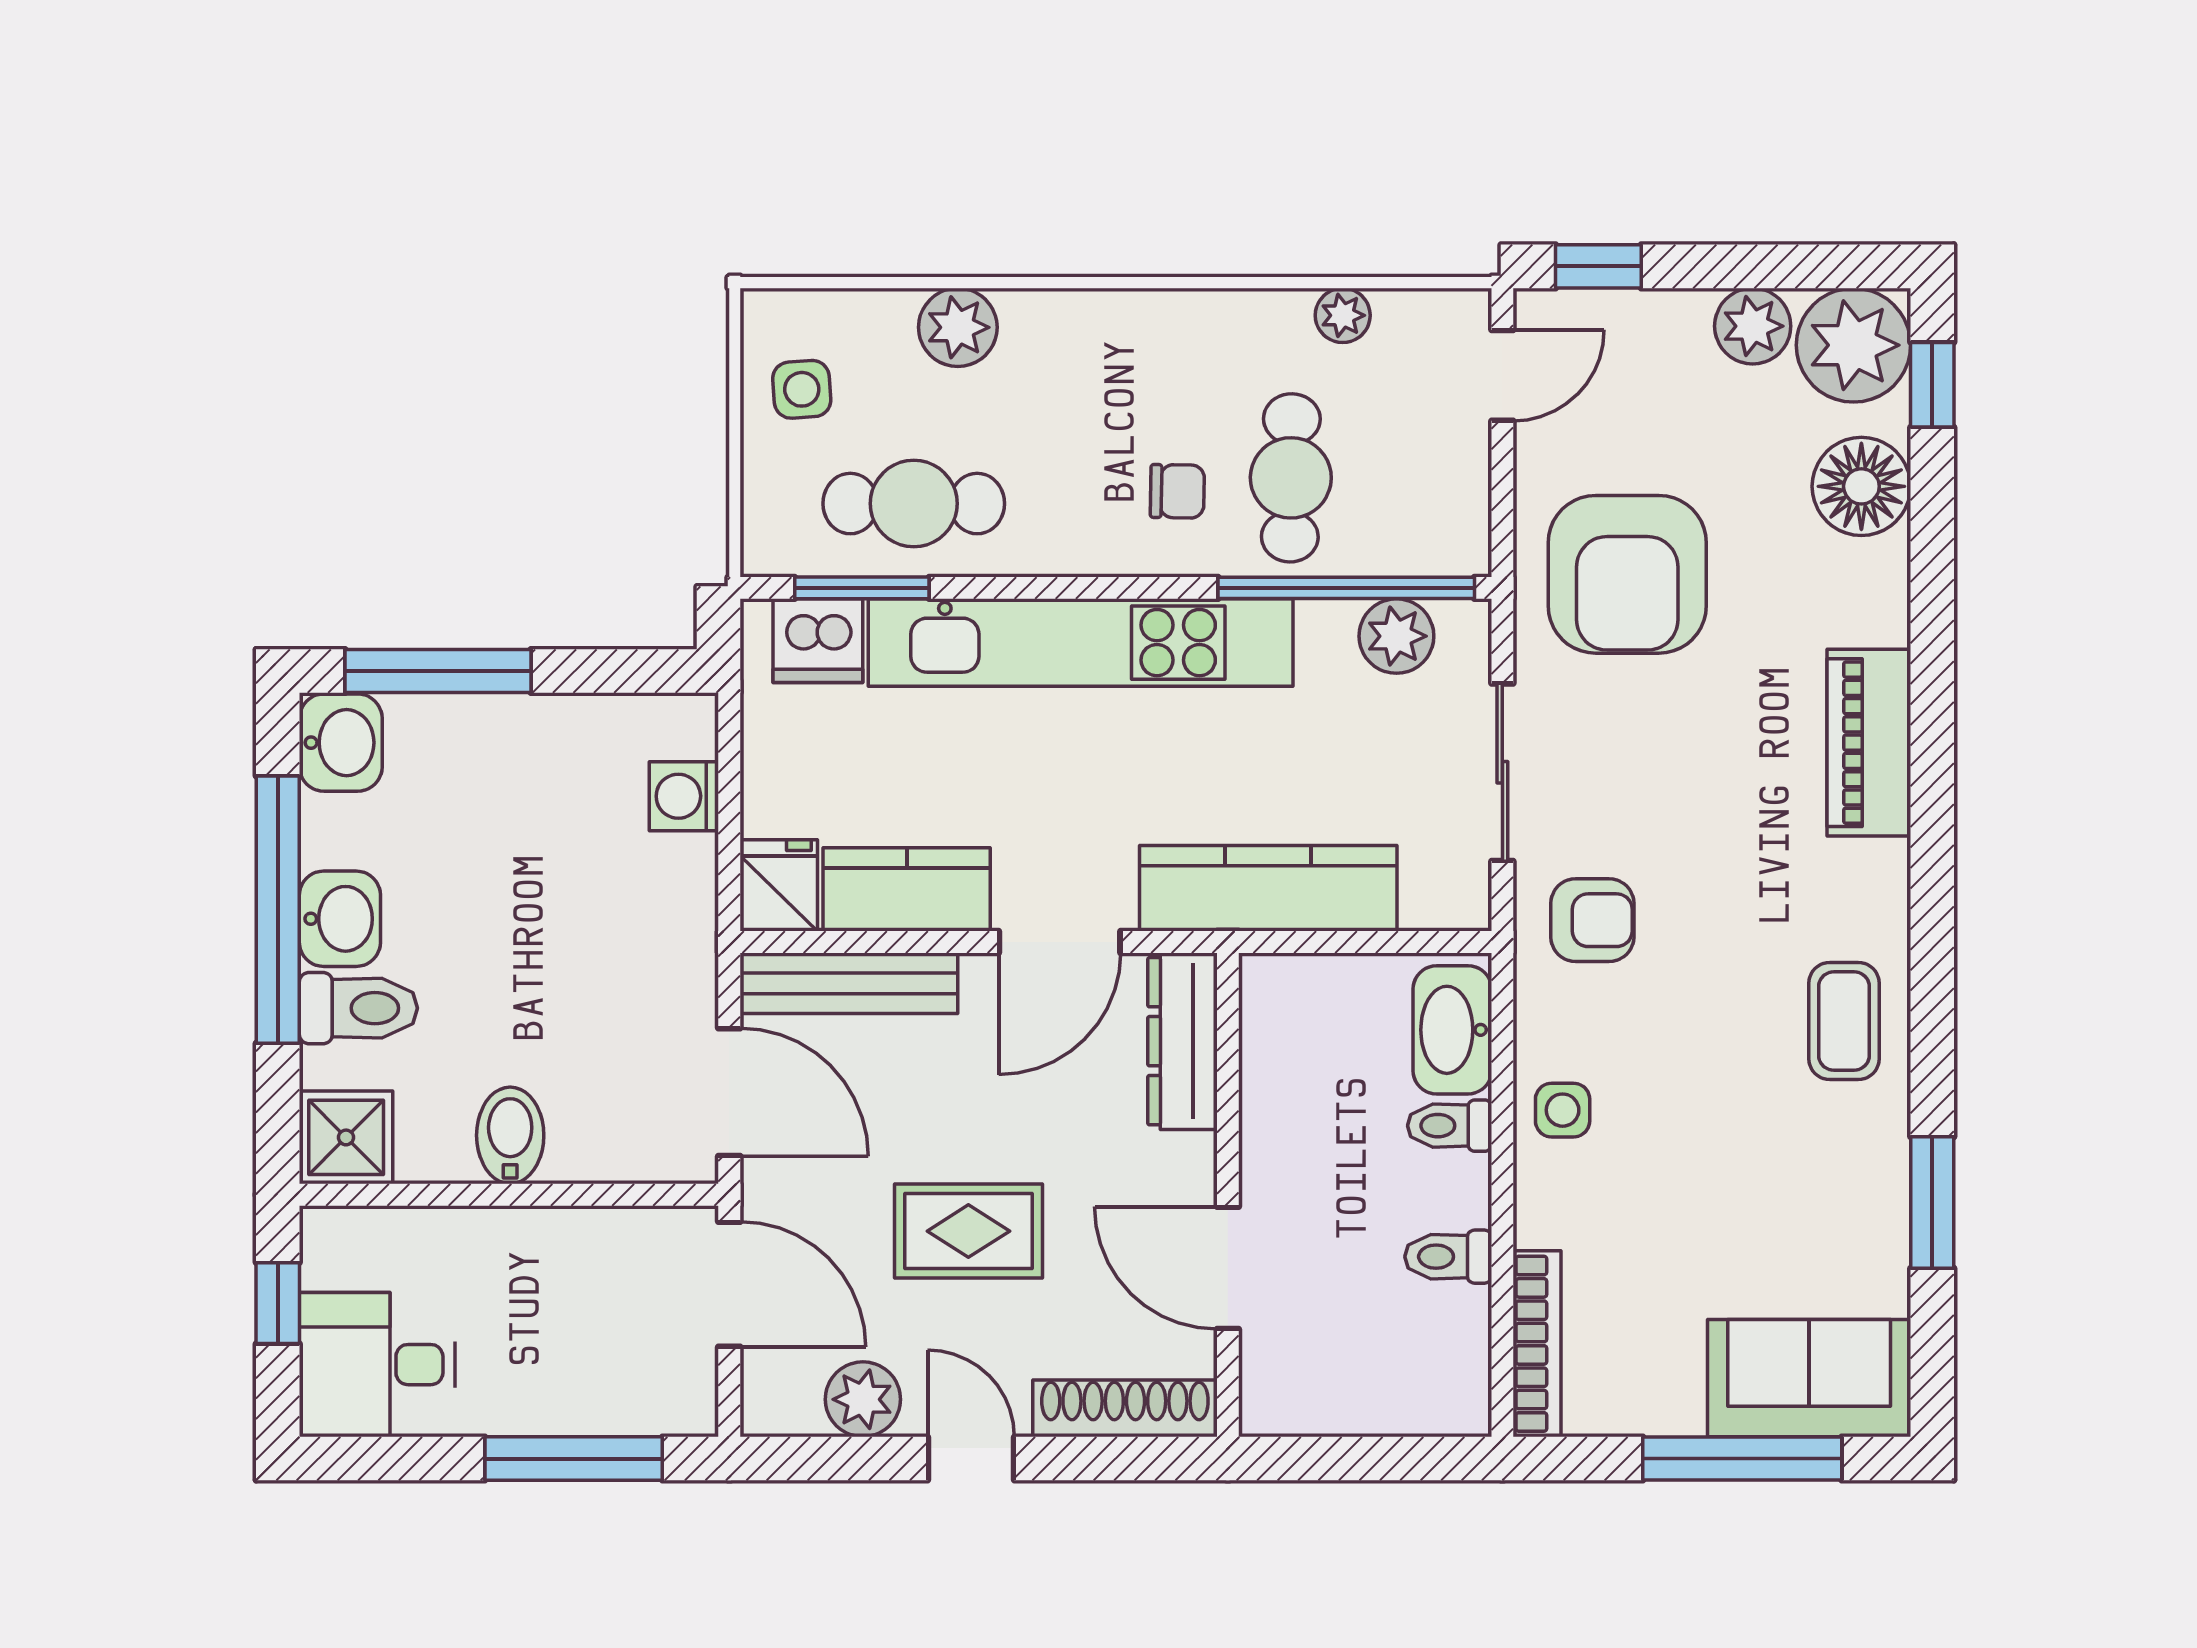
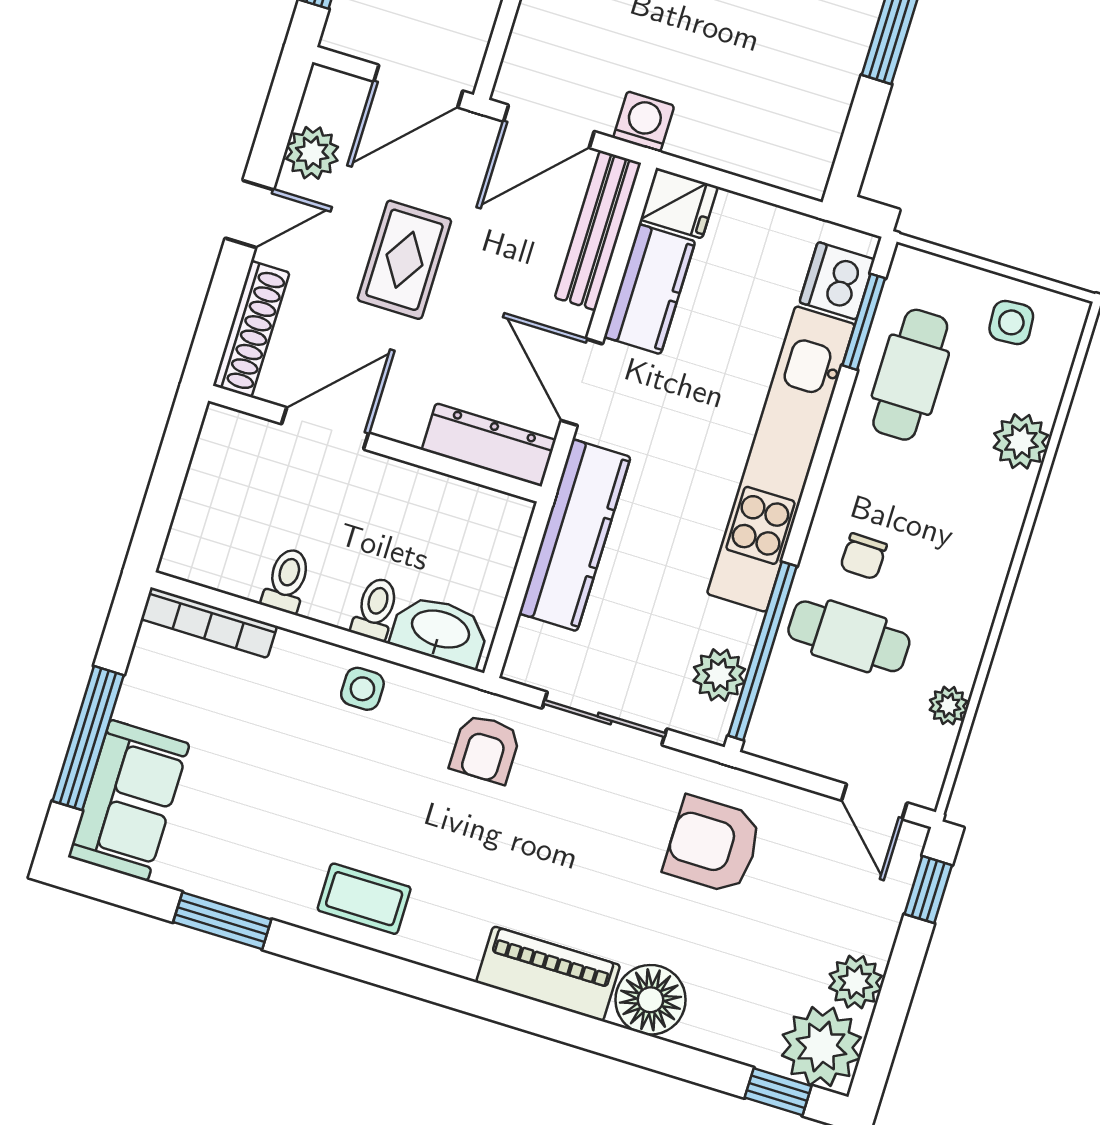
floor lamp: (1861, 486) -> (650, 1000), moved
armchair: (1627, 574) -> (713, 845), width x0.73, depth x0.73
washing machine: (684, 796) -> (644, 122), moved

